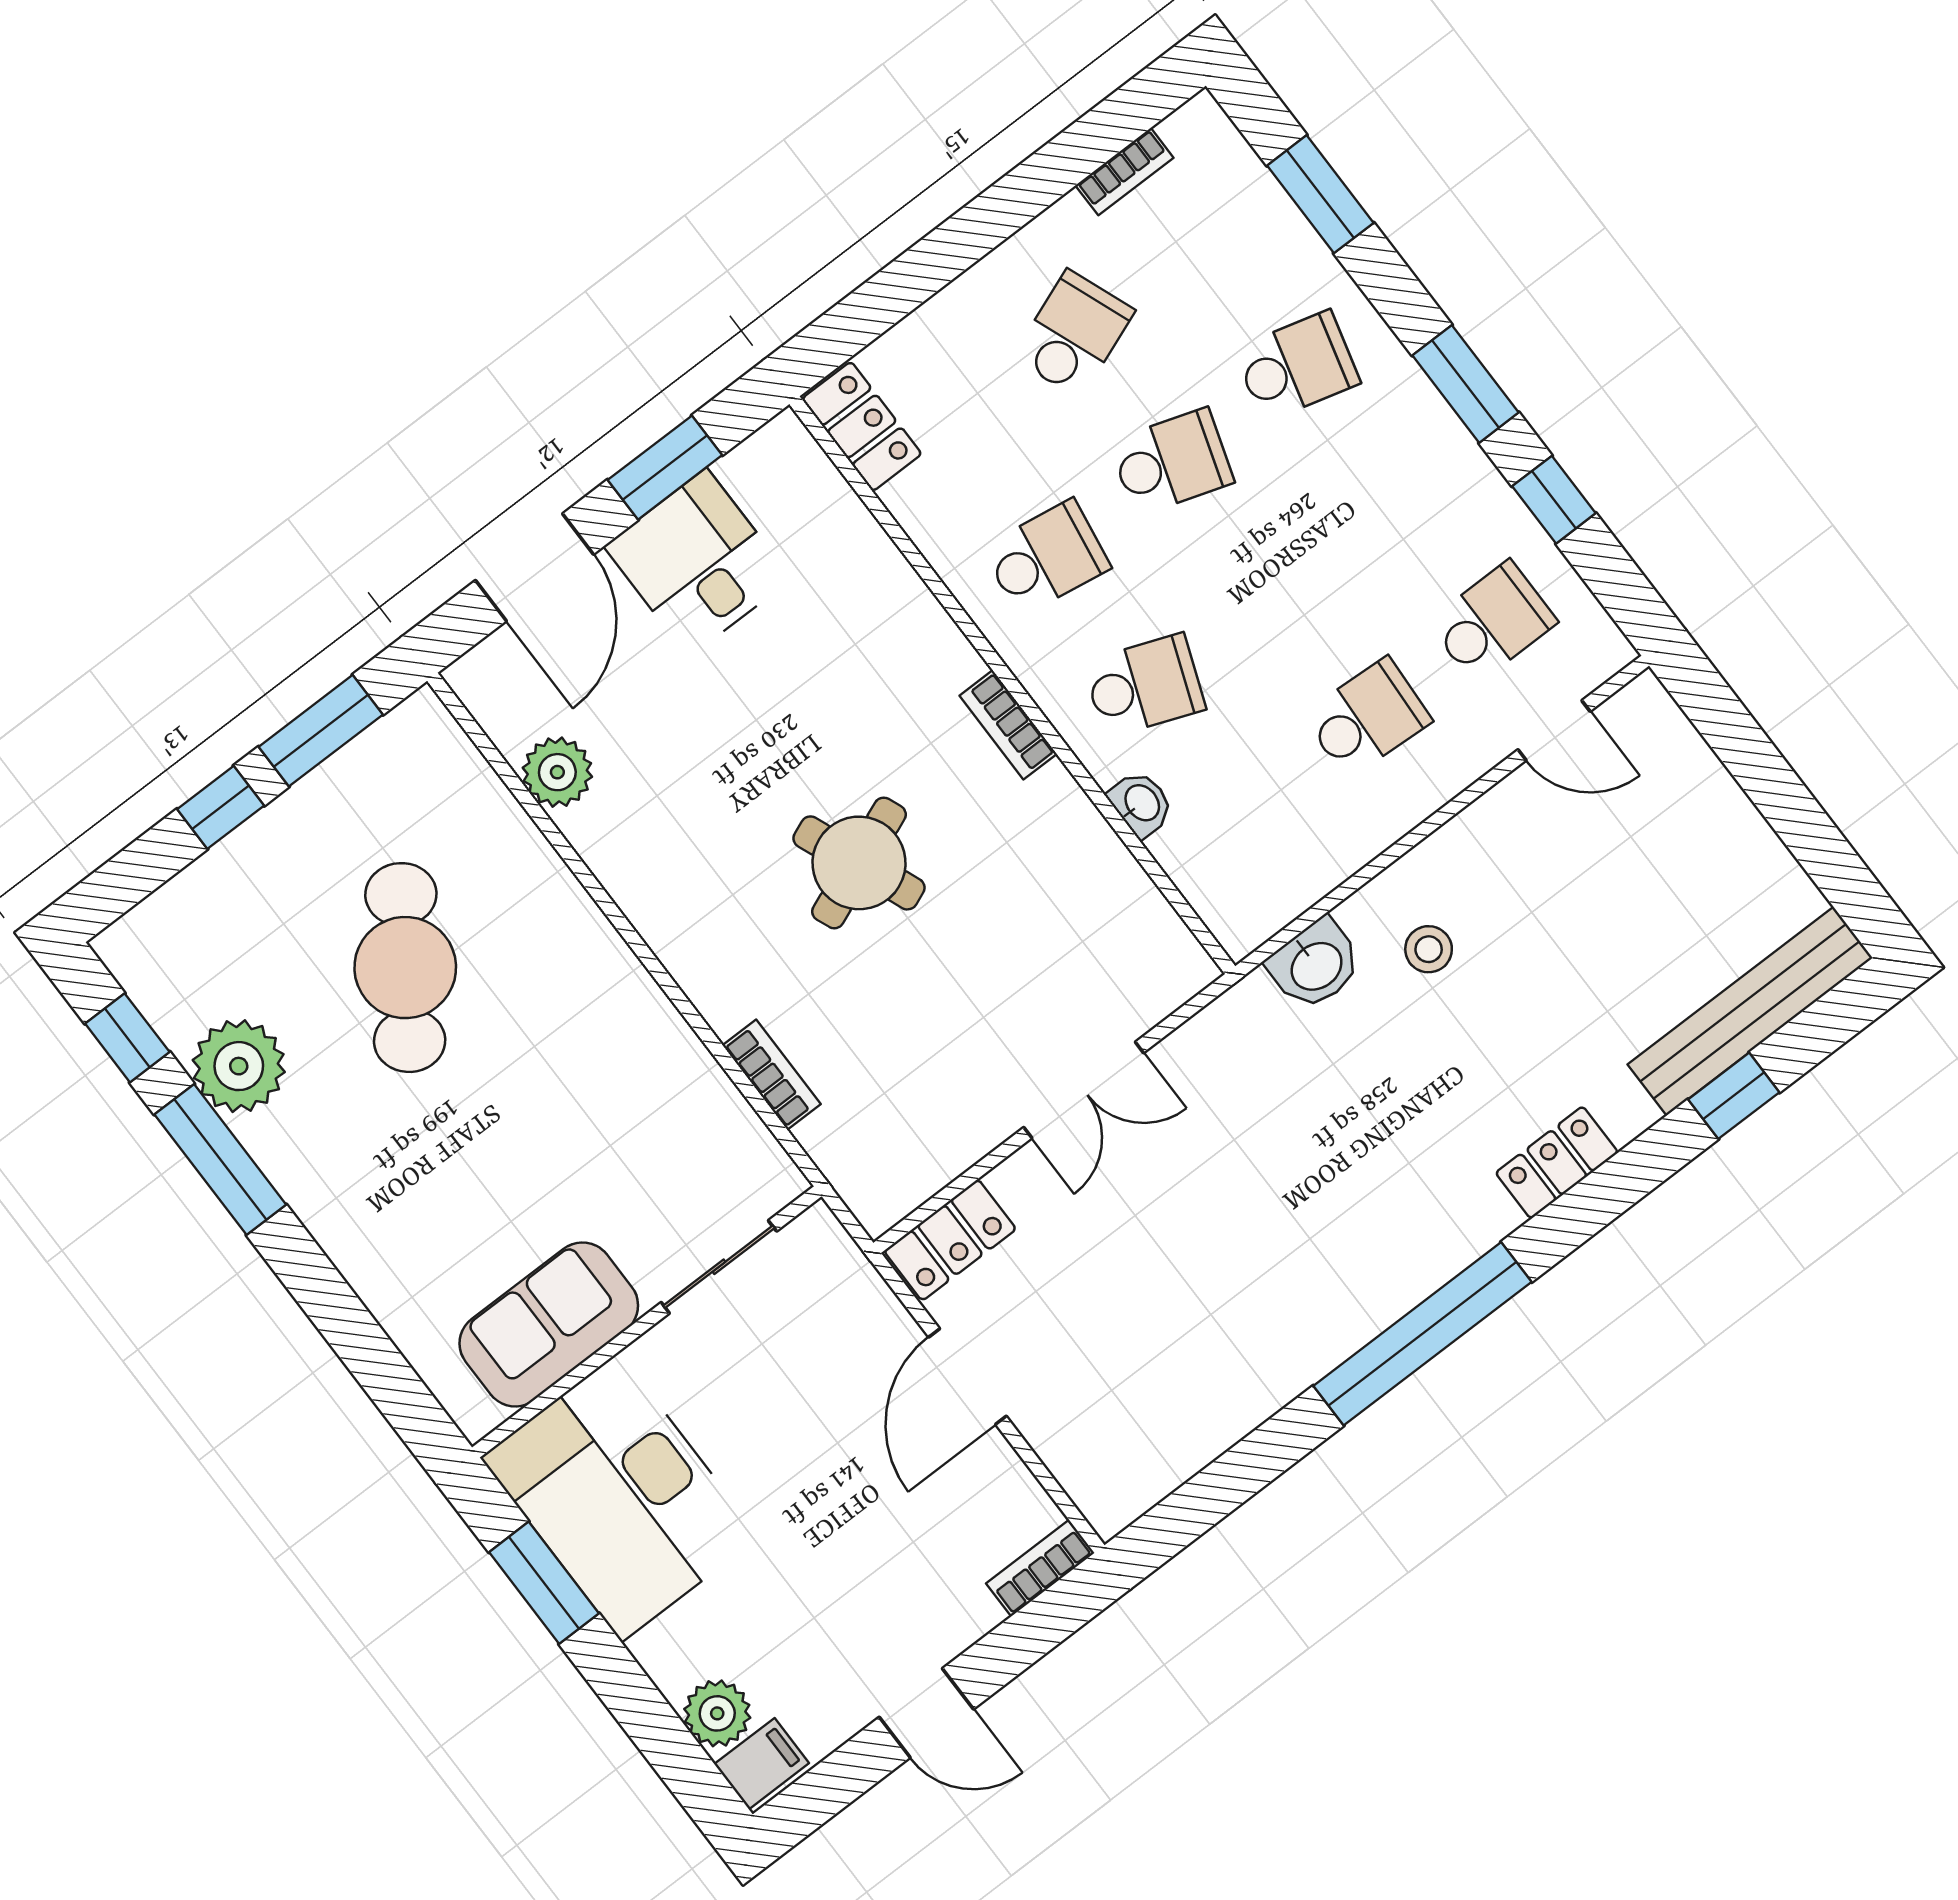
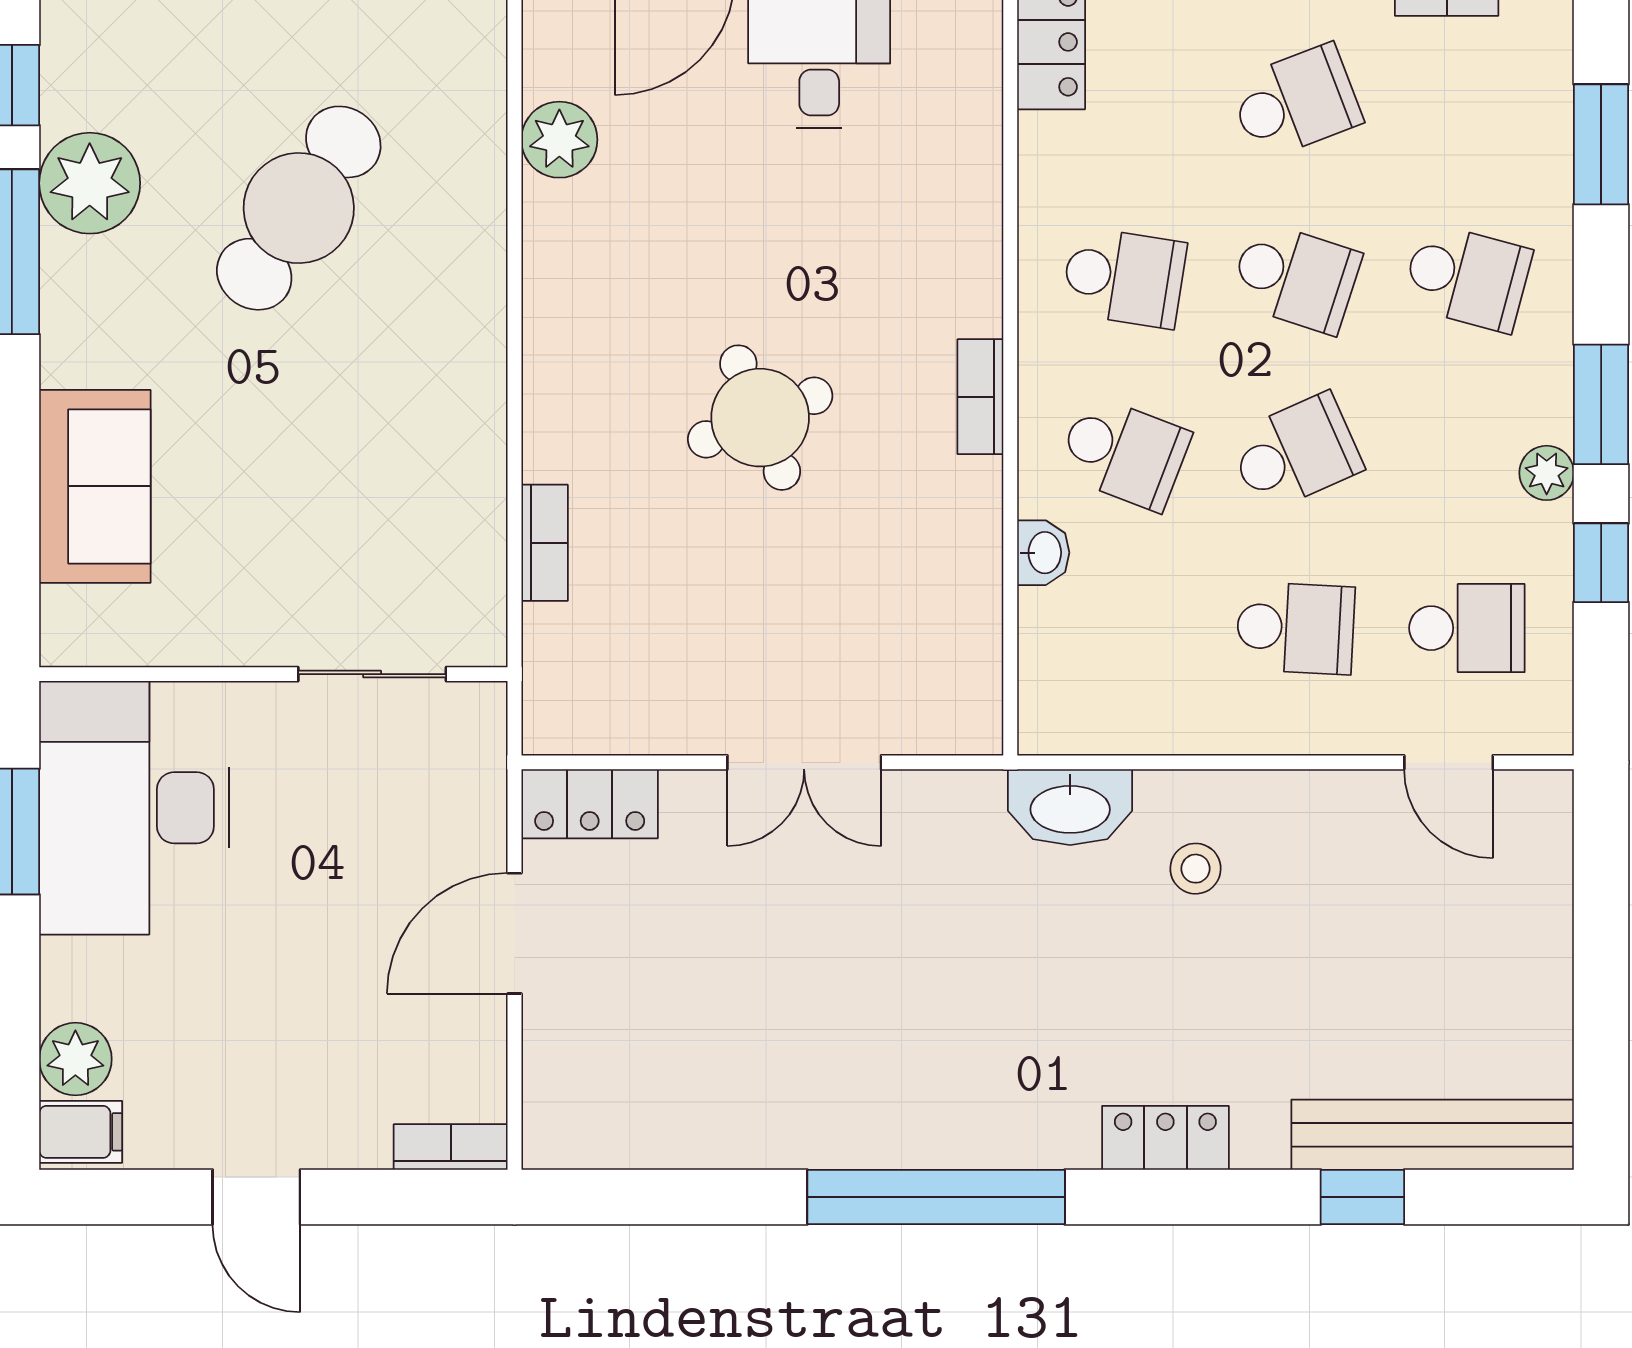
plant: (1464, 464) -> (1547, 473), added
school desk: (1269, 590) -> (1295, 453), added
washbasin: (1315, 965) -> (1070, 807), width x1.38
sofa: (549, 1324) -> (95, 486), moved, turned 90

